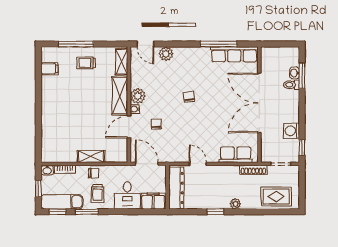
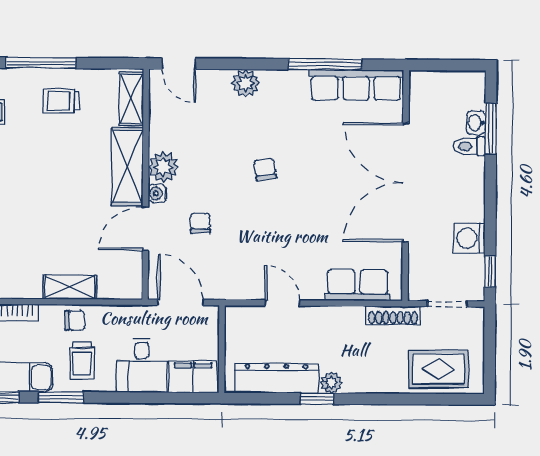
plant: (166, 54) -> (246, 83), moved
dresser: (176, 188) -> (276, 378), moved, turned -90
plant: (235, 204) -> (331, 383), moved

